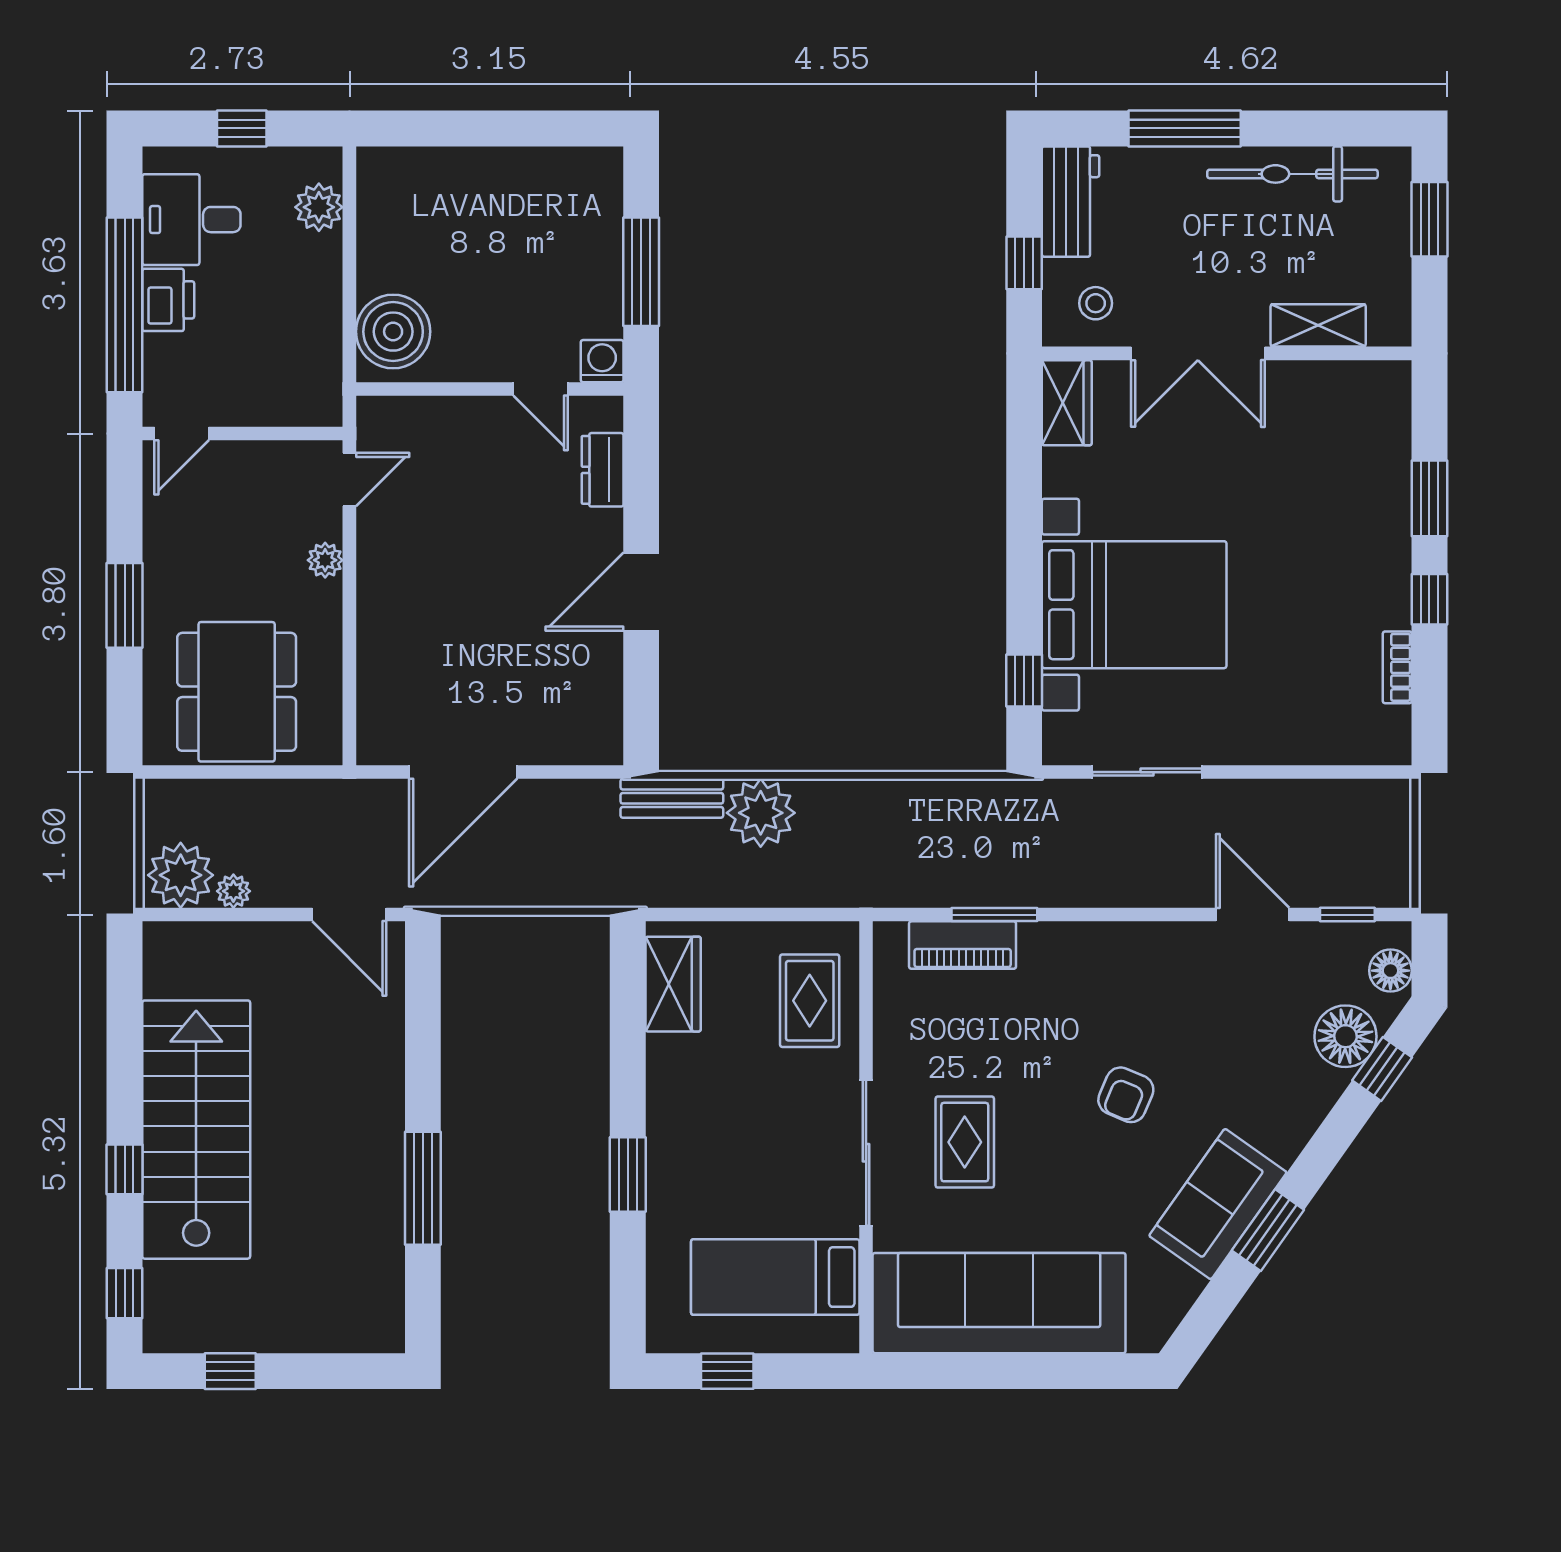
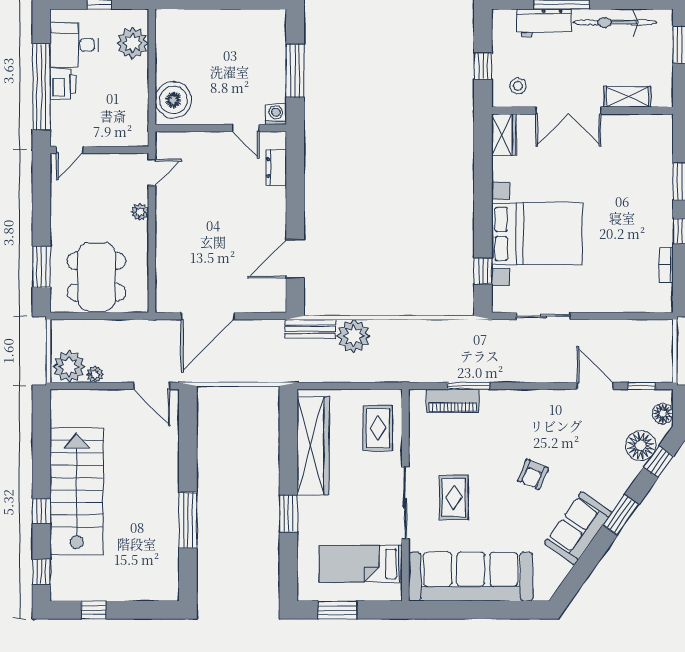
workbench: (1071, 202) -> (544, 23), moved, turned 90
plant: (319, 207) -> (133, 43), width x1.36, depth x1.36
door: (641, 592) -> (295, 259), moved
window: (125, 605) -> (41, 267), moved
wardrobe: (673, 984) -> (313, 446), width x2.10, depth x1.17
window: (1268, 1230) -> (621, 515), moved
window: (727, 1371) -> (337, 610), width x1.50

